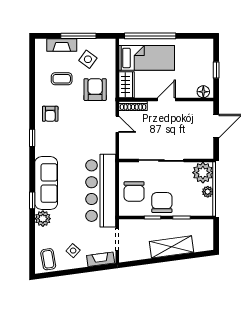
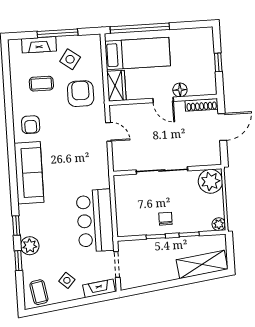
floor lamp: (203, 92) -> (180, 90), moved
door: (166, 99) -> (163, 100), swing flipped
shoe rack: (133, 106) -> (202, 105), moved
window: (32, 138) -> (18, 261), moved
sofa: (46, 183) -> (29, 173), moved
bar counter: (101, 191) -> (95, 221), width x0.73
chair: (134, 191) -> (133, 208), removed
plant: (208, 192) -> (219, 224), moved
chair: (162, 203) -> (165, 219), width x0.54, depth x0.54
shelving: (171, 247) -> (202, 264), moved

